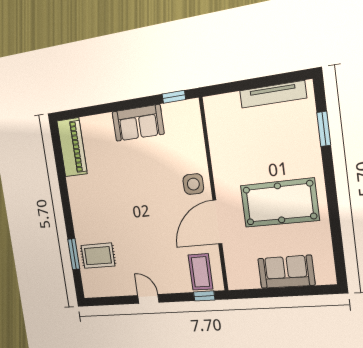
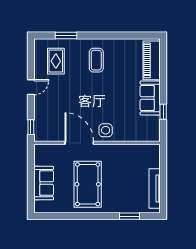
window: (174, 97) -> (163, 112), moved
piano: (72, 147) -> (152, 60), moved, turned 90
rug: (98, 256) -> (56, 61), moved
coffee table: (201, 272) -> (96, 60), moved, turned 90

